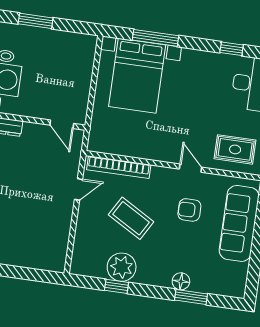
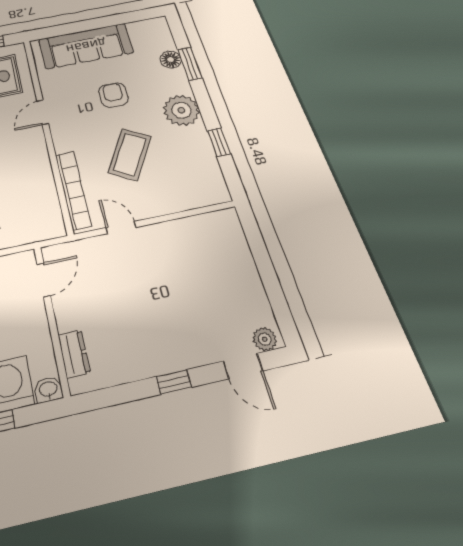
armchair: (189, 210) -> (113, 95), moved, turned 180
plant: (122, 267) -> (181, 110), moved
floor lamp: (181, 281) -> (171, 60), moved

